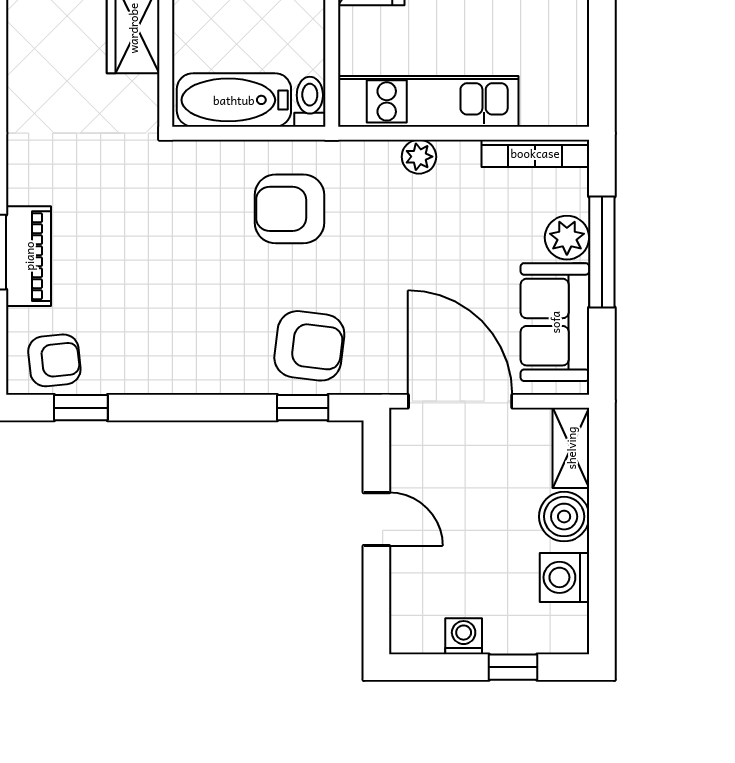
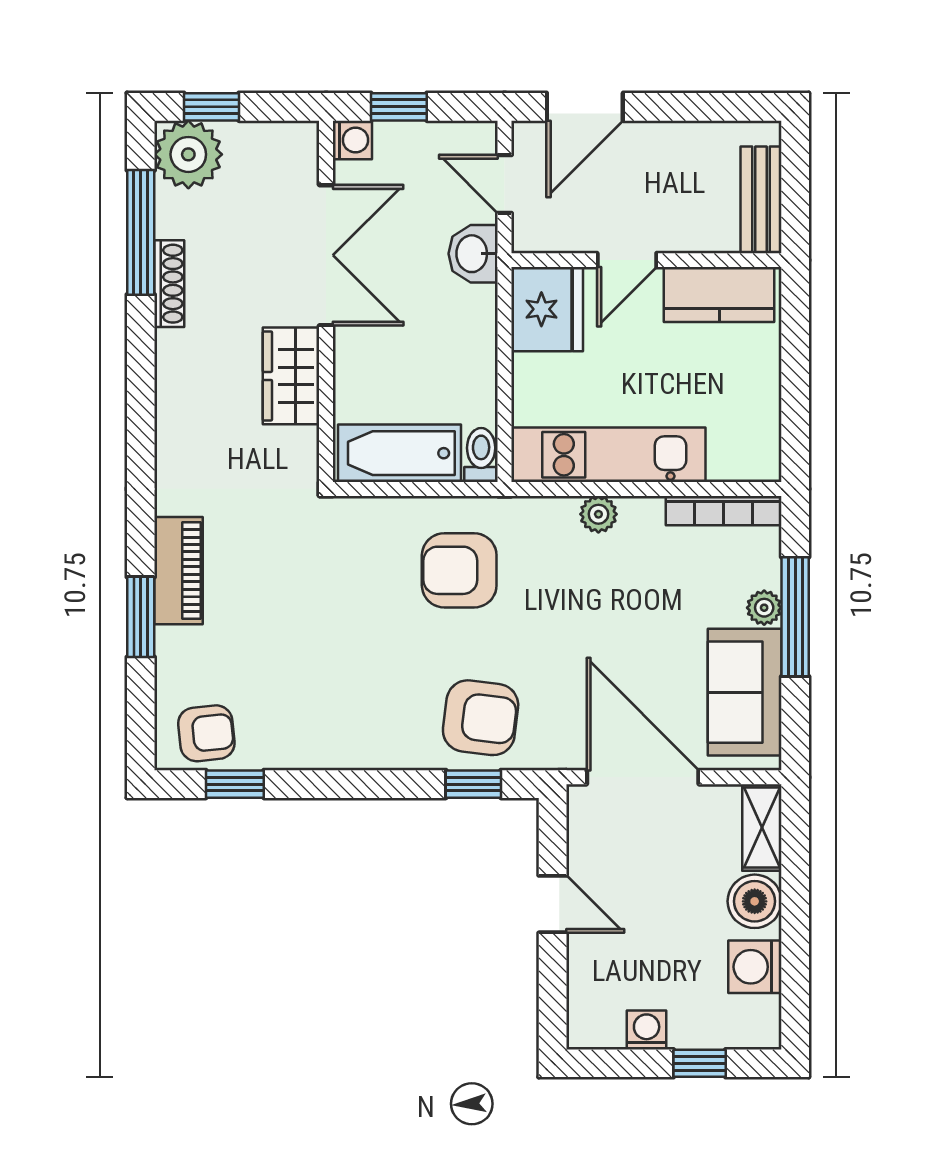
plant: (567, 238) -> (764, 608), width x0.73, depth x0.73
piano: (29, 256) -> (179, 571), moved

